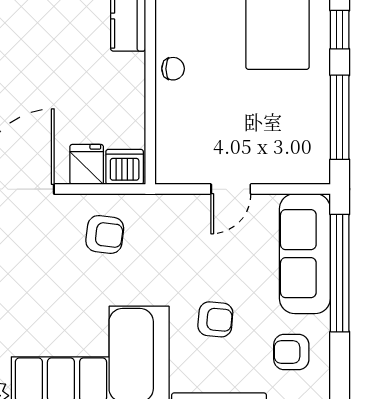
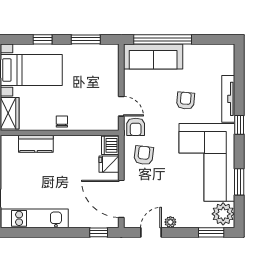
window: (340, 117) -> (86, 39), width x0.69
door: (231, 189) -> (121, 106), moved
armchair: (291, 352) -> (136, 127), moved

